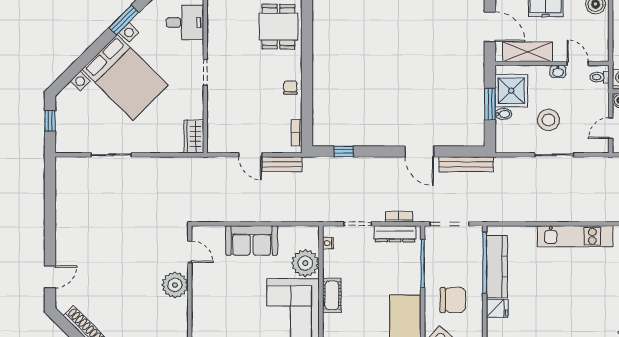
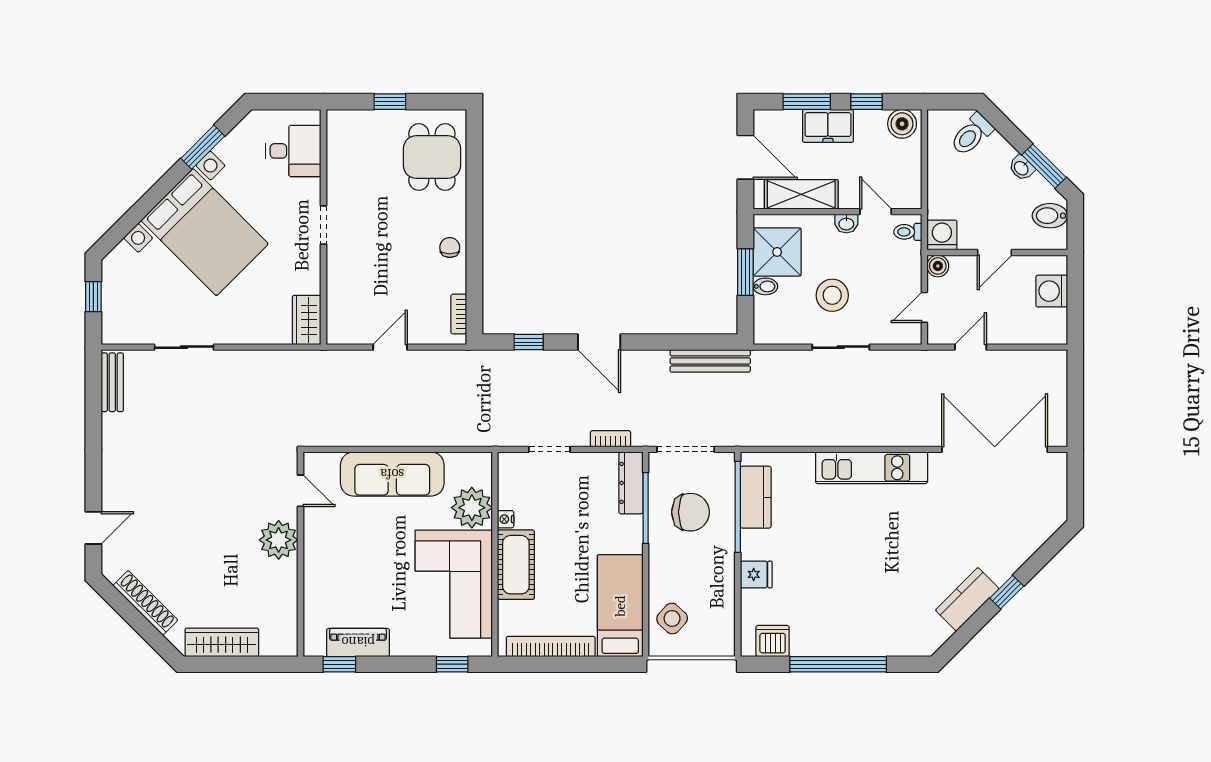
door: (419, 151) -> (599, 342), moved
door: (250, 155) -> (390, 347), swing flipped
bench: (282, 164) -> (112, 382), moved, turned 90
dresser: (395, 234) -> (631, 483), moved, turned 90
sofa: (252, 240) -> (392, 474), width x1.36
nightstand: (328, 243) -> (506, 519), moved
kitchen counter: (497, 267) -> (756, 497), width x0.67
cot: (332, 295) -> (516, 565), width x1.37, depth x1.34
chair: (453, 300) -> (690, 512), moved

